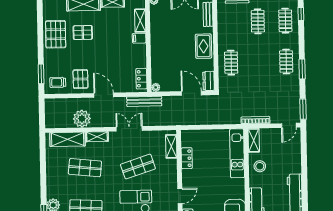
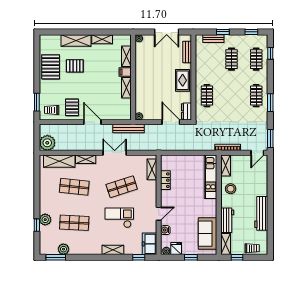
shelving: (141, 56) -> (126, 88), added
locker: (141, 79) -> (126, 108), removed
plant: (82, 119) -> (47, 143), moved

